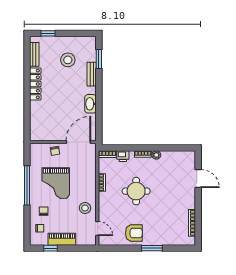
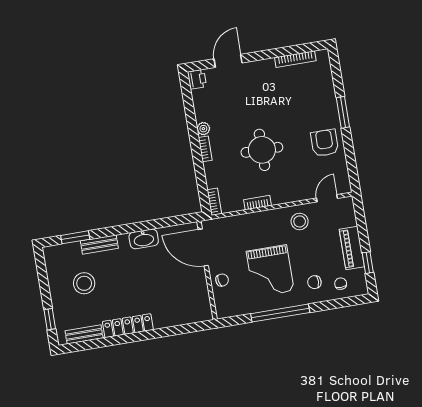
printer: (123, 156) -> (197, 79), moved
grand piano: (56, 183) -> (270, 271), turned 90

